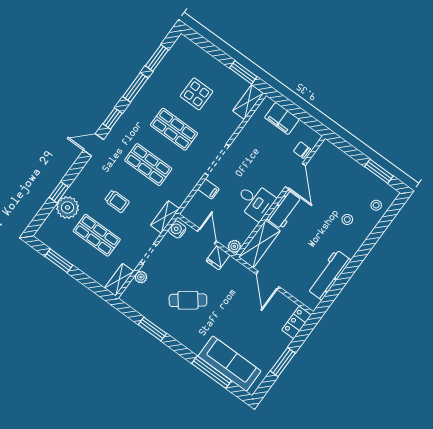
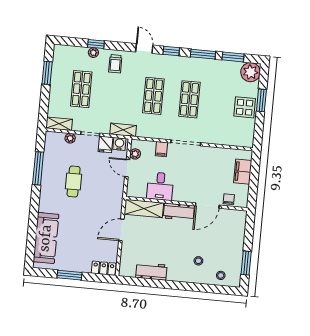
plant: (183, 49) -> (251, 72), added
window: (243, 72) -> (261, 100), moved
display table: (197, 94) -> (245, 107), moved
shelving: (248, 102) -> (240, 141), removed
trolley: (117, 201) -> (115, 64), moved
desk: (255, 201) -> (160, 186), moved
plant: (67, 207) -> (93, 53), width x0.53, depth x0.53
door: (207, 236) -> (127, 168), swing flipped
plant: (234, 246) -> (135, 154), moved
fridge: (218, 258) -> (106, 144), moved, turned -90
workbench: (329, 275) -> (151, 271), width x0.73
cafe table: (188, 300) -> (74, 182), turned 37
window: (152, 329) -> (38, 168), width x1.44
window: (211, 372) -> (32, 229), removed

